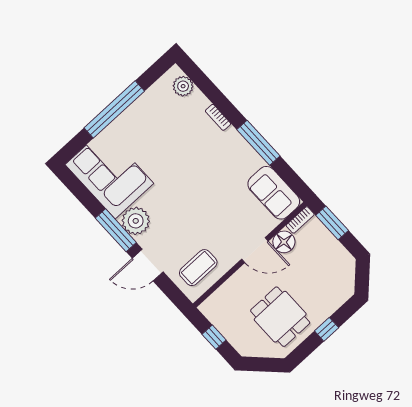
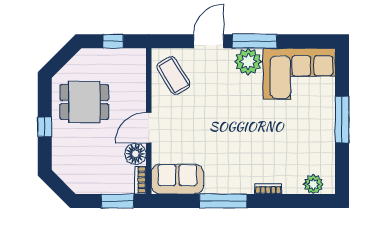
window: (114, 109) -> (342, 120), width x0.68
coffee table: (198, 268) -> (173, 76), turned -31

